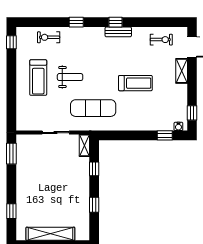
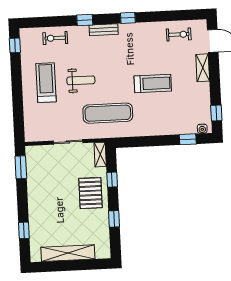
bench: (118, 32) -> (104, 30), moved
treadmill: (38, 78) -> (46, 83), turned 180
pallet: (74, 180) -> (90, 193), added

